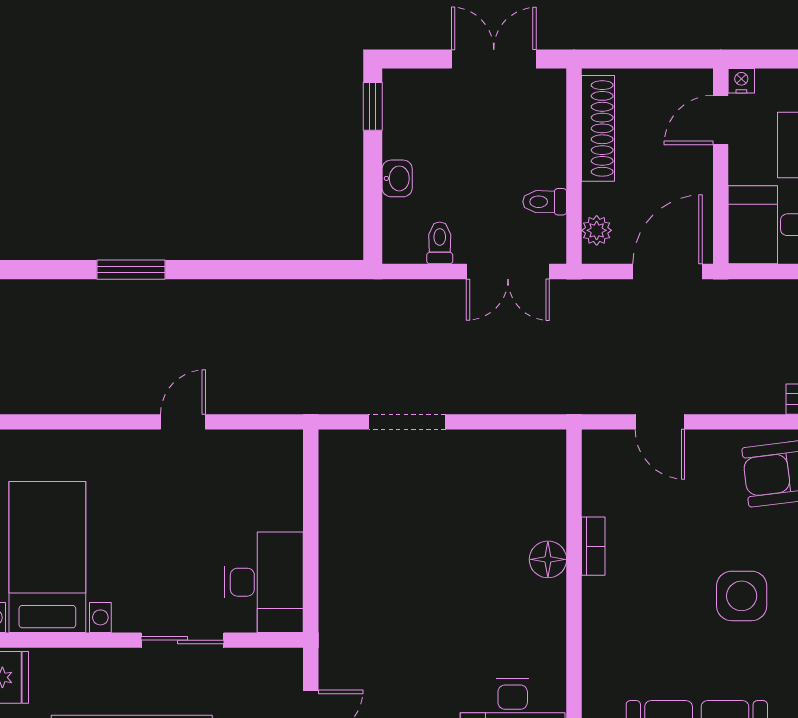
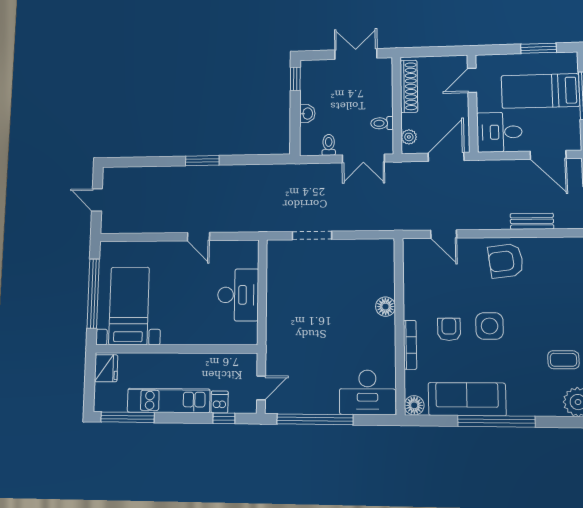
nightstand: (741, 81) -> (482, 61), removed
window: (131, 270) -> (202, 161), moved
door: (183, 422) -> (198, 237), swing flipped
bookcase: (593, 546) -> (410, 345), moved, width x1.56
desk: (264, 582) -> (238, 295), moved
armchair: (666, 602) -> (449, 329), added
sliding door: (182, 640) -> (196, 349), removed

